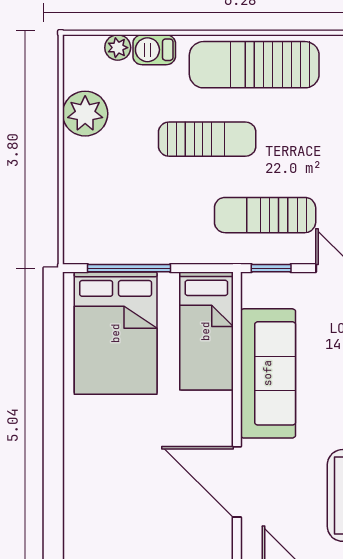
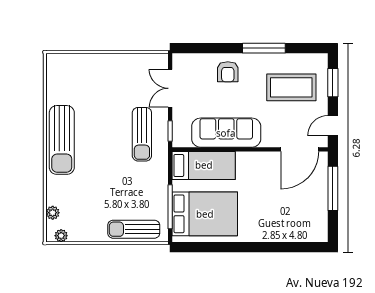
barbecue: (154, 50) -> (54, 193), removed
plant: (85, 114) -> (61, 236), moved, width x0.53, depth x0.53
sun lounger: (207, 139) -> (134, 229), moved, turned -90
door: (237, 482) -> (300, 149), moved

